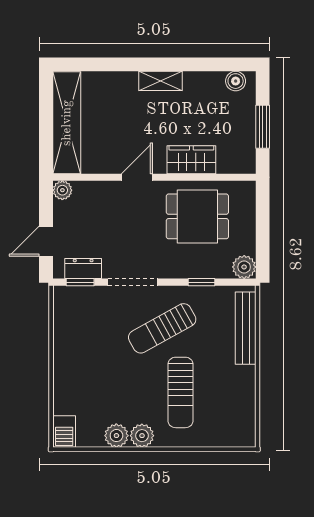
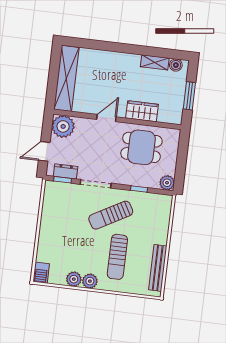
shelving: (161, 81) -> (155, 62), moved
plant: (62, 190) -> (63, 126), width x1.87, depth x1.87
bench: (246, 328) -> (158, 268), moved

